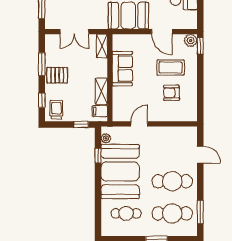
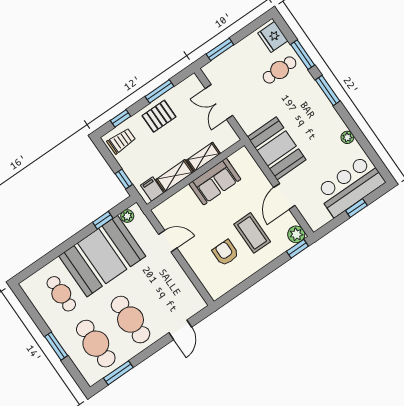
shelving: (102, 46) -> (203, 157), moved
pallet: (57, 75) -> (159, 116), turned 90

